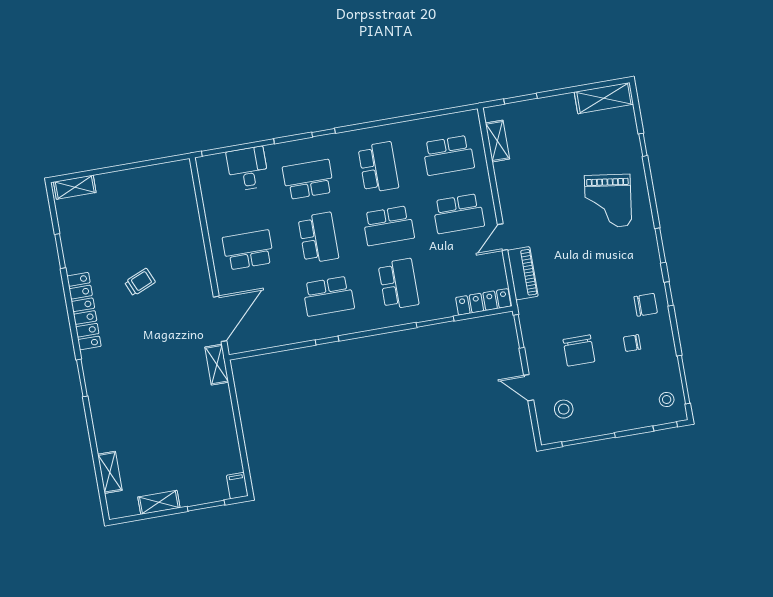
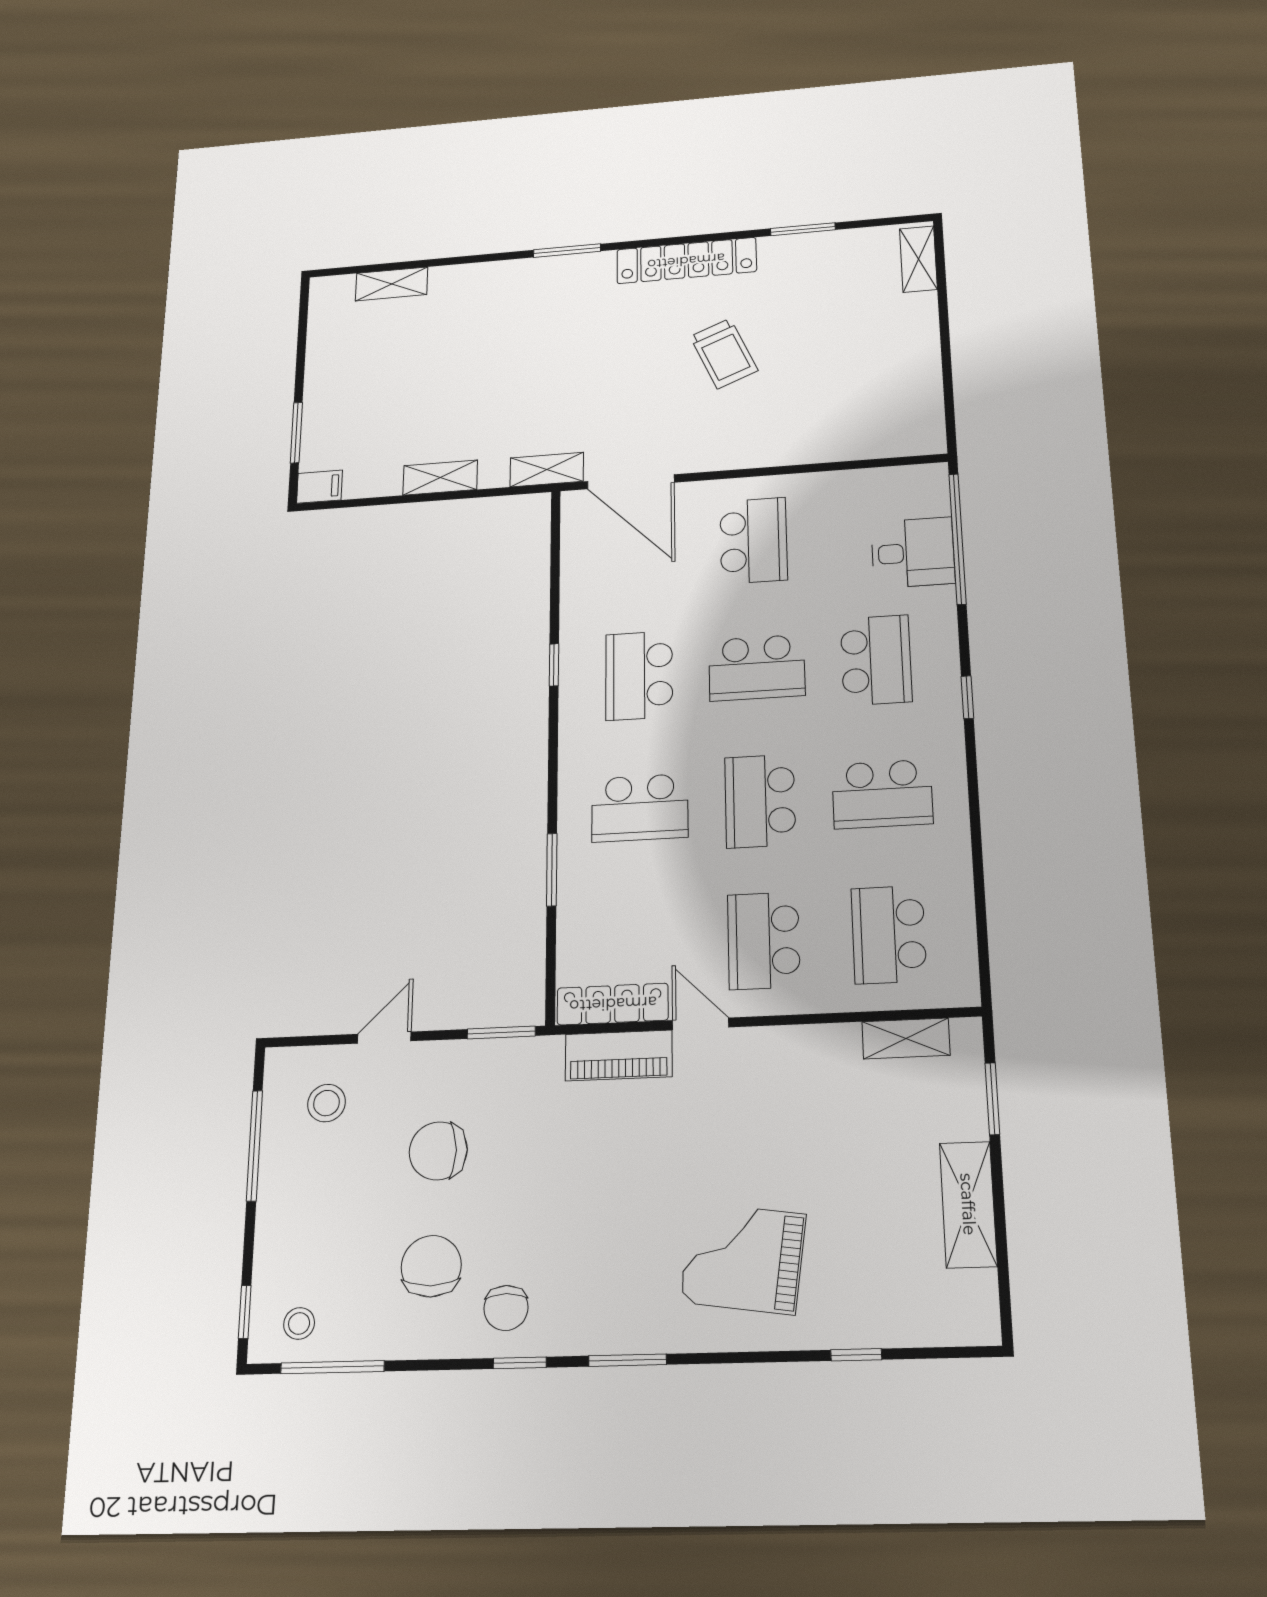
shelving: (604, 98) -> (968, 1204), moved
trolley: (140, 282) -> (724, 353), width x1.36, depth x1.39
locker: (483, 302) -> (613, 1004), moved, turned -90
chair: (632, 343) -> (431, 1266), width x1.87, depth x1.87
shelving: (159, 502) -> (440, 478), moved, turned 90

